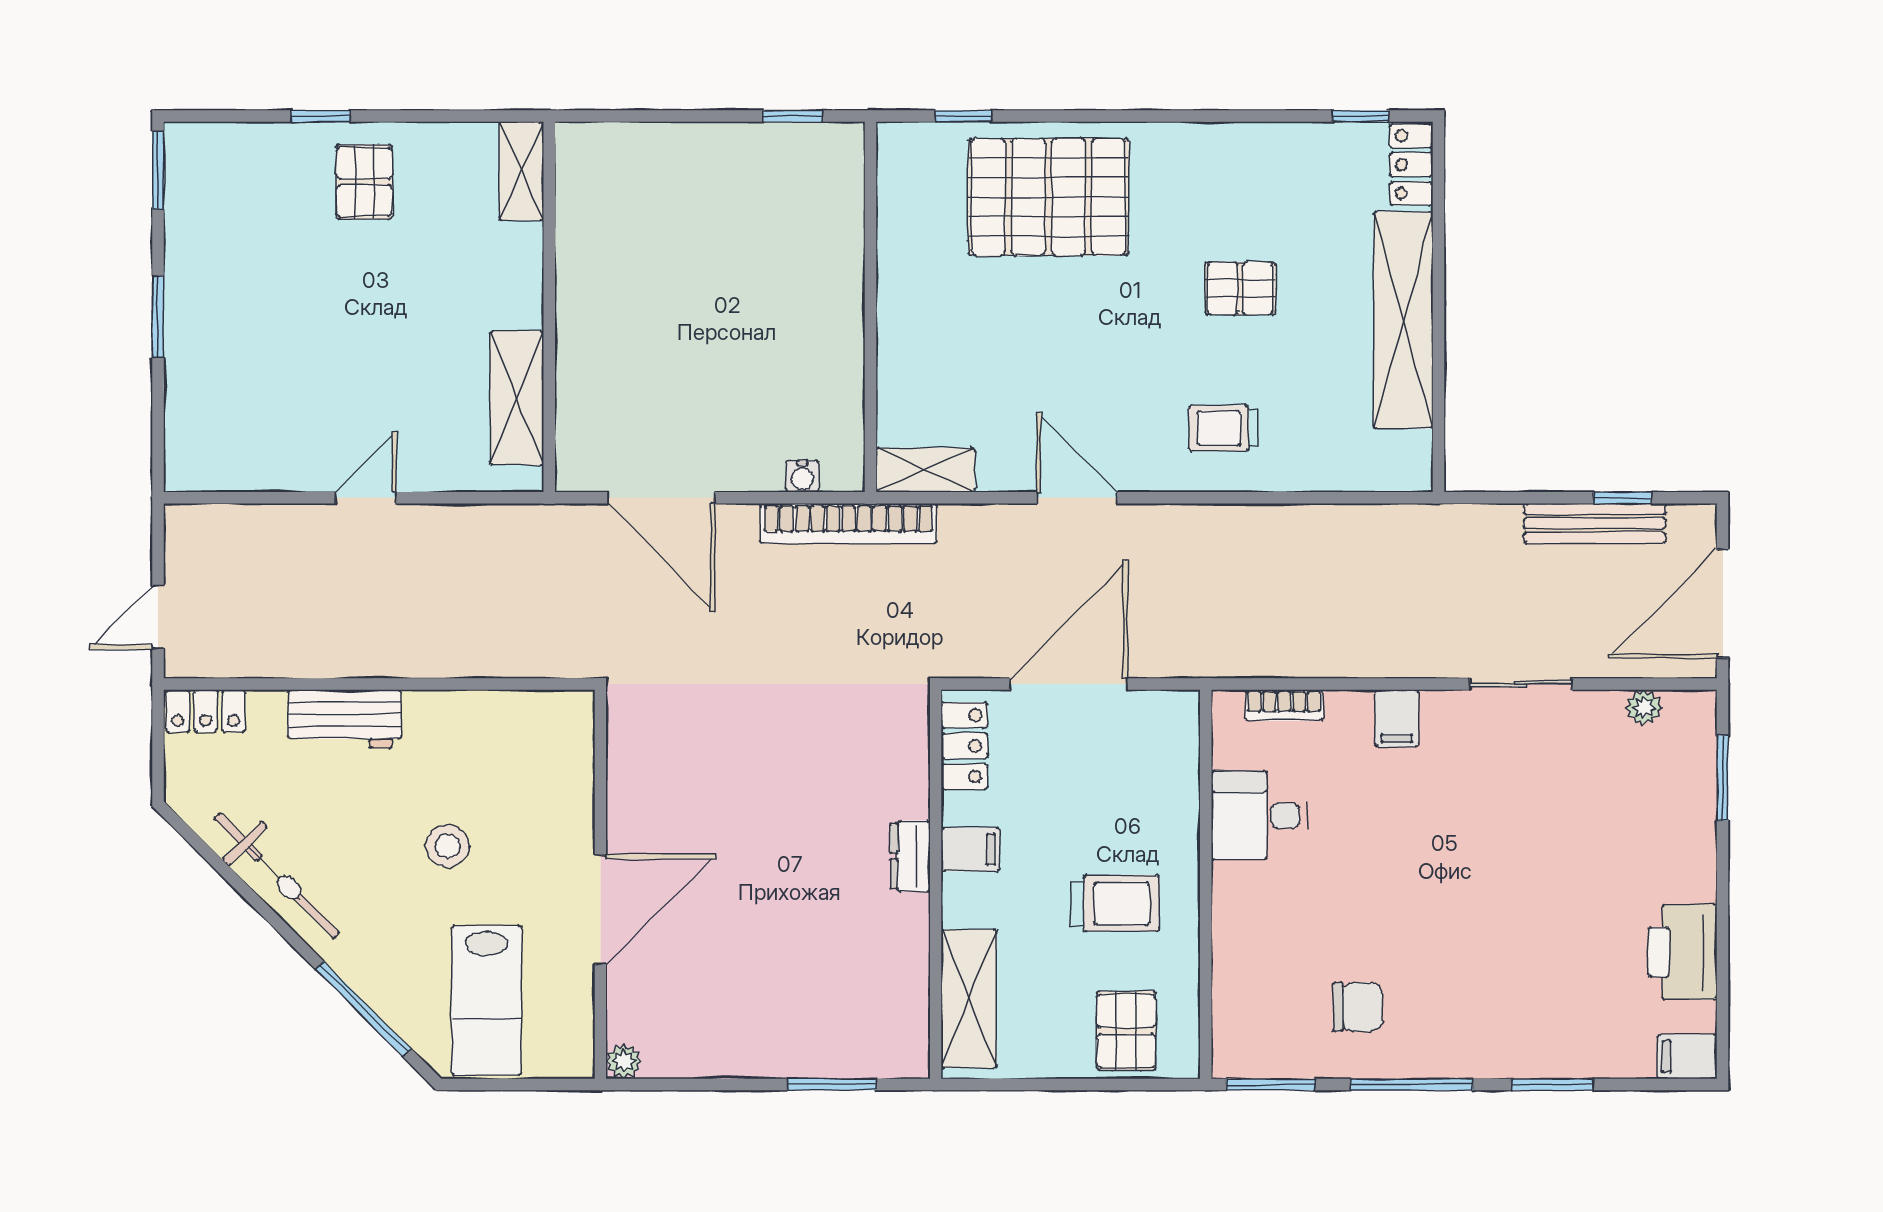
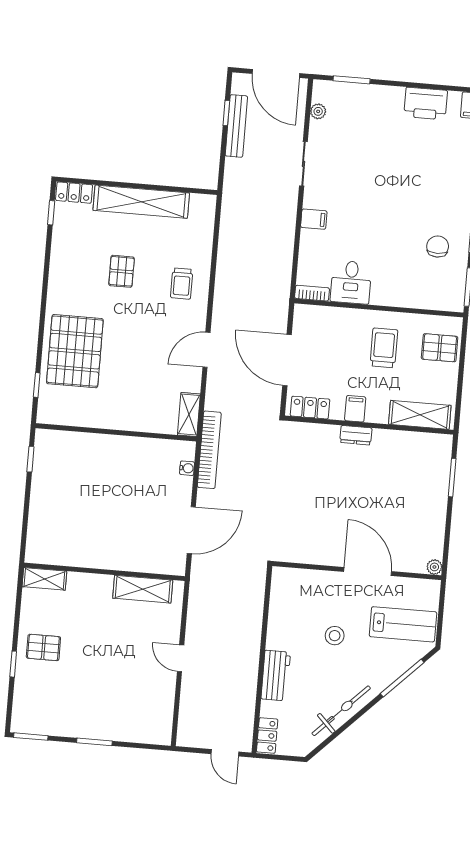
bookcase: (1284, 705) -> (312, 293), moved, turned -90

